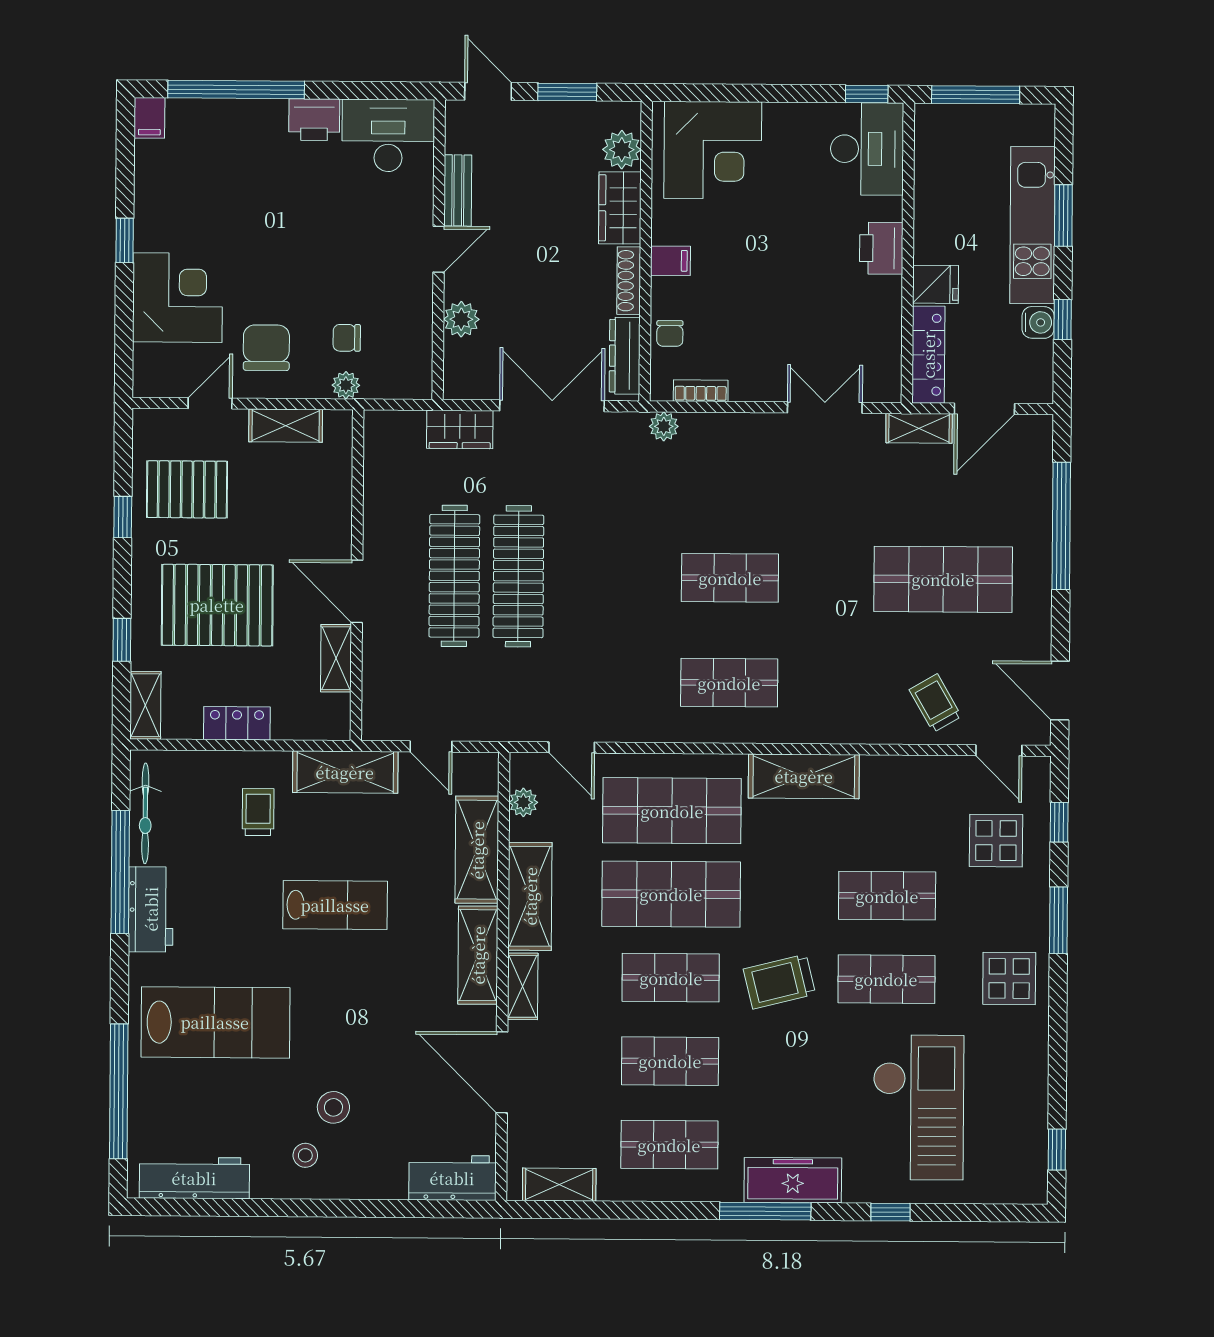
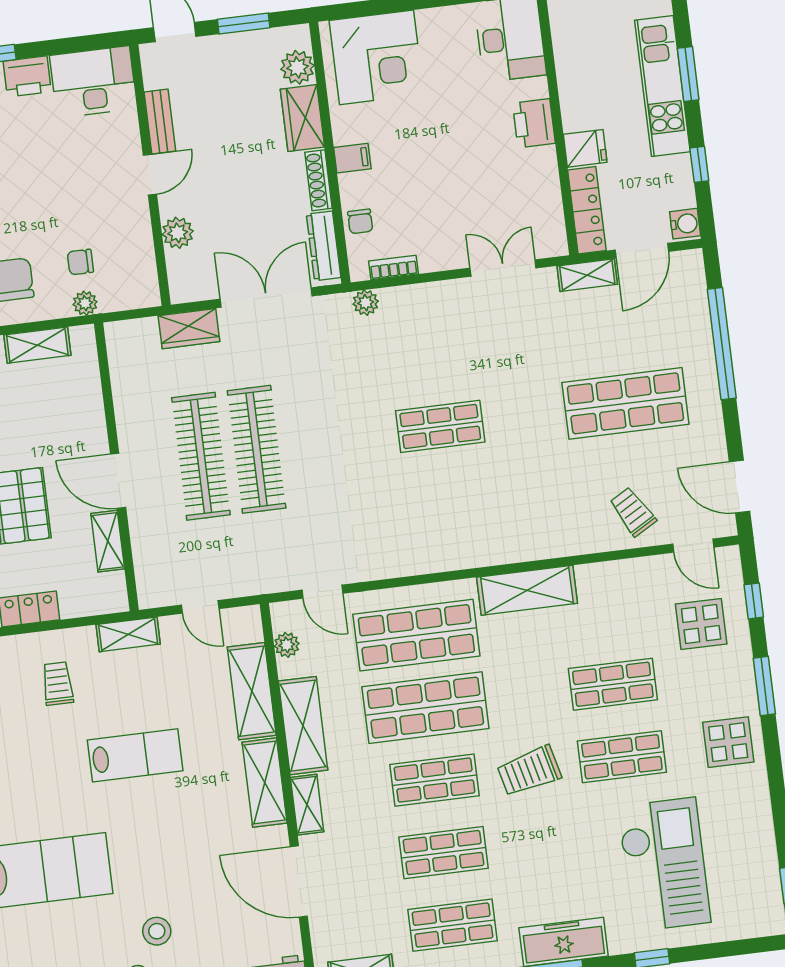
water cooler: (1038, 322) -> (685, 224), moved
shop shelf: (729, 683) -> (452, 518), removed
shelving: (345, 772) -> (128, 634), width x0.67, depth x0.75

